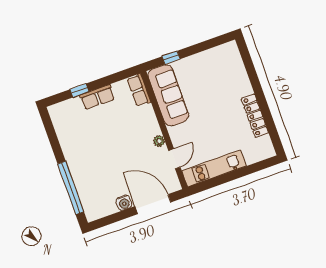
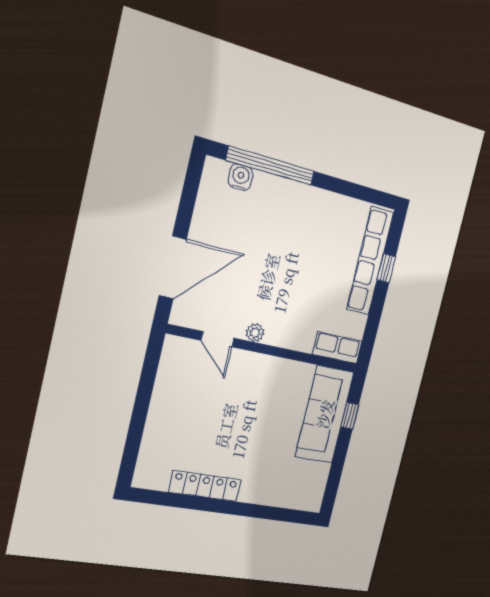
sofa: (168, 95) -> (325, 414), moved, turned 90
row of seats: (97, 97) -> (370, 261), width x2.02
kitchen unit: (214, 168) -> (168, 387), removed
water cooler: (124, 203) -> (241, 177), moved, turned 90

